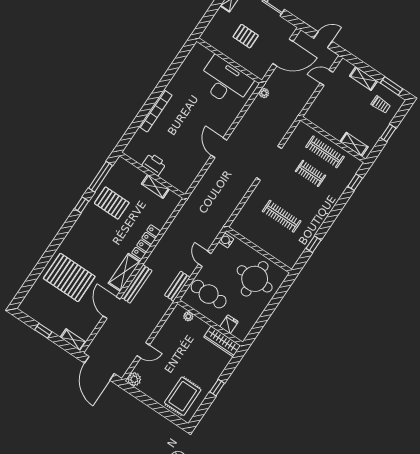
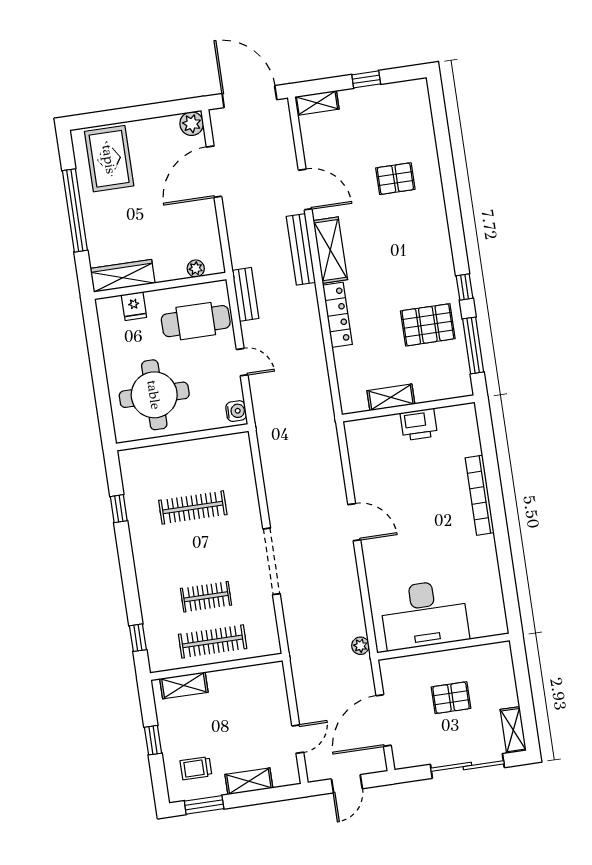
pallet: (69, 277) -> (395, 179), width x0.49, depth x0.50
door: (143, 350) -> (214, 172), width x1.87
window: (217, 388) -> (75, 210), width x3.17

